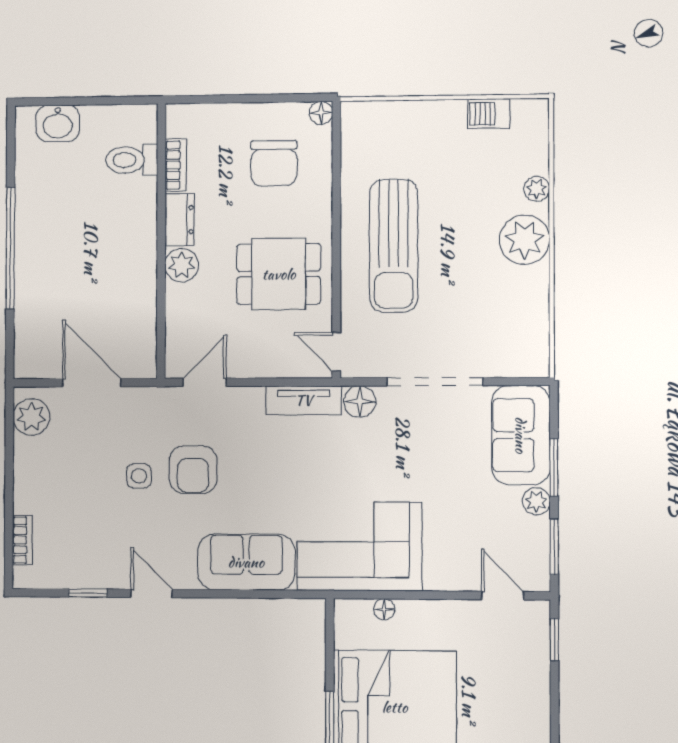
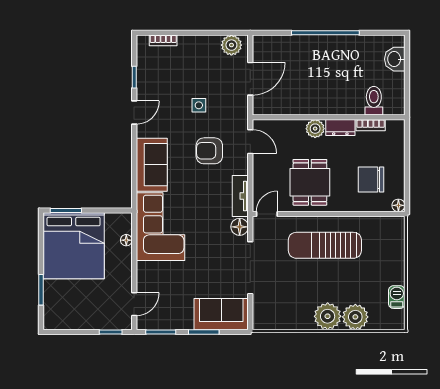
plant: (537, 189) -> (355, 317), width x1.88, depth x1.88
armchair: (193, 470) -> (209, 151), moved
plant: (536, 501) -> (185, 322), removed

